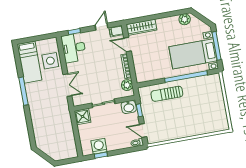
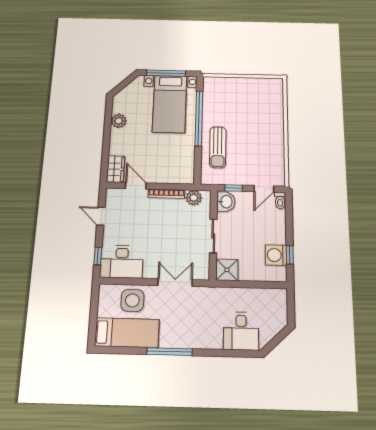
plant: (185, 19) -> (119, 121), moved
wardrobe: (141, 27) -> (116, 169), width x0.67
filing cabinet: (116, 31) -> (113, 197), removed
door: (127, 45) -> (136, 186), swing flipped
desk: (45, 133) -> (241, 331), added

